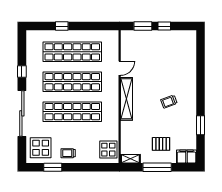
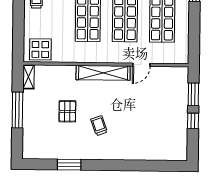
door: (120, 68) -> (141, 65), hinge flipped
pallet: (161, 144) -> (67, 111), moved
filing cabinet: (187, 157) -> (30, 147), removed

